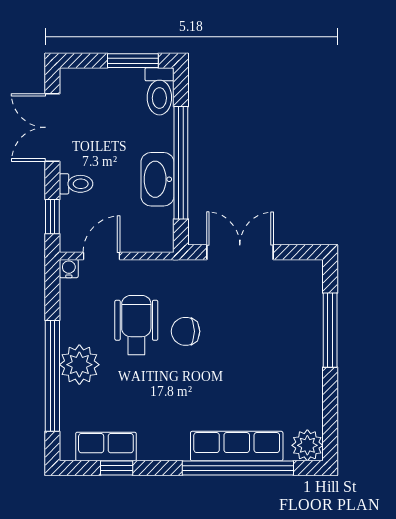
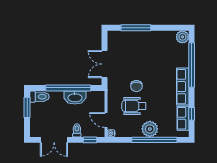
row of seats: (237, 446) -> (183, 87), moved

